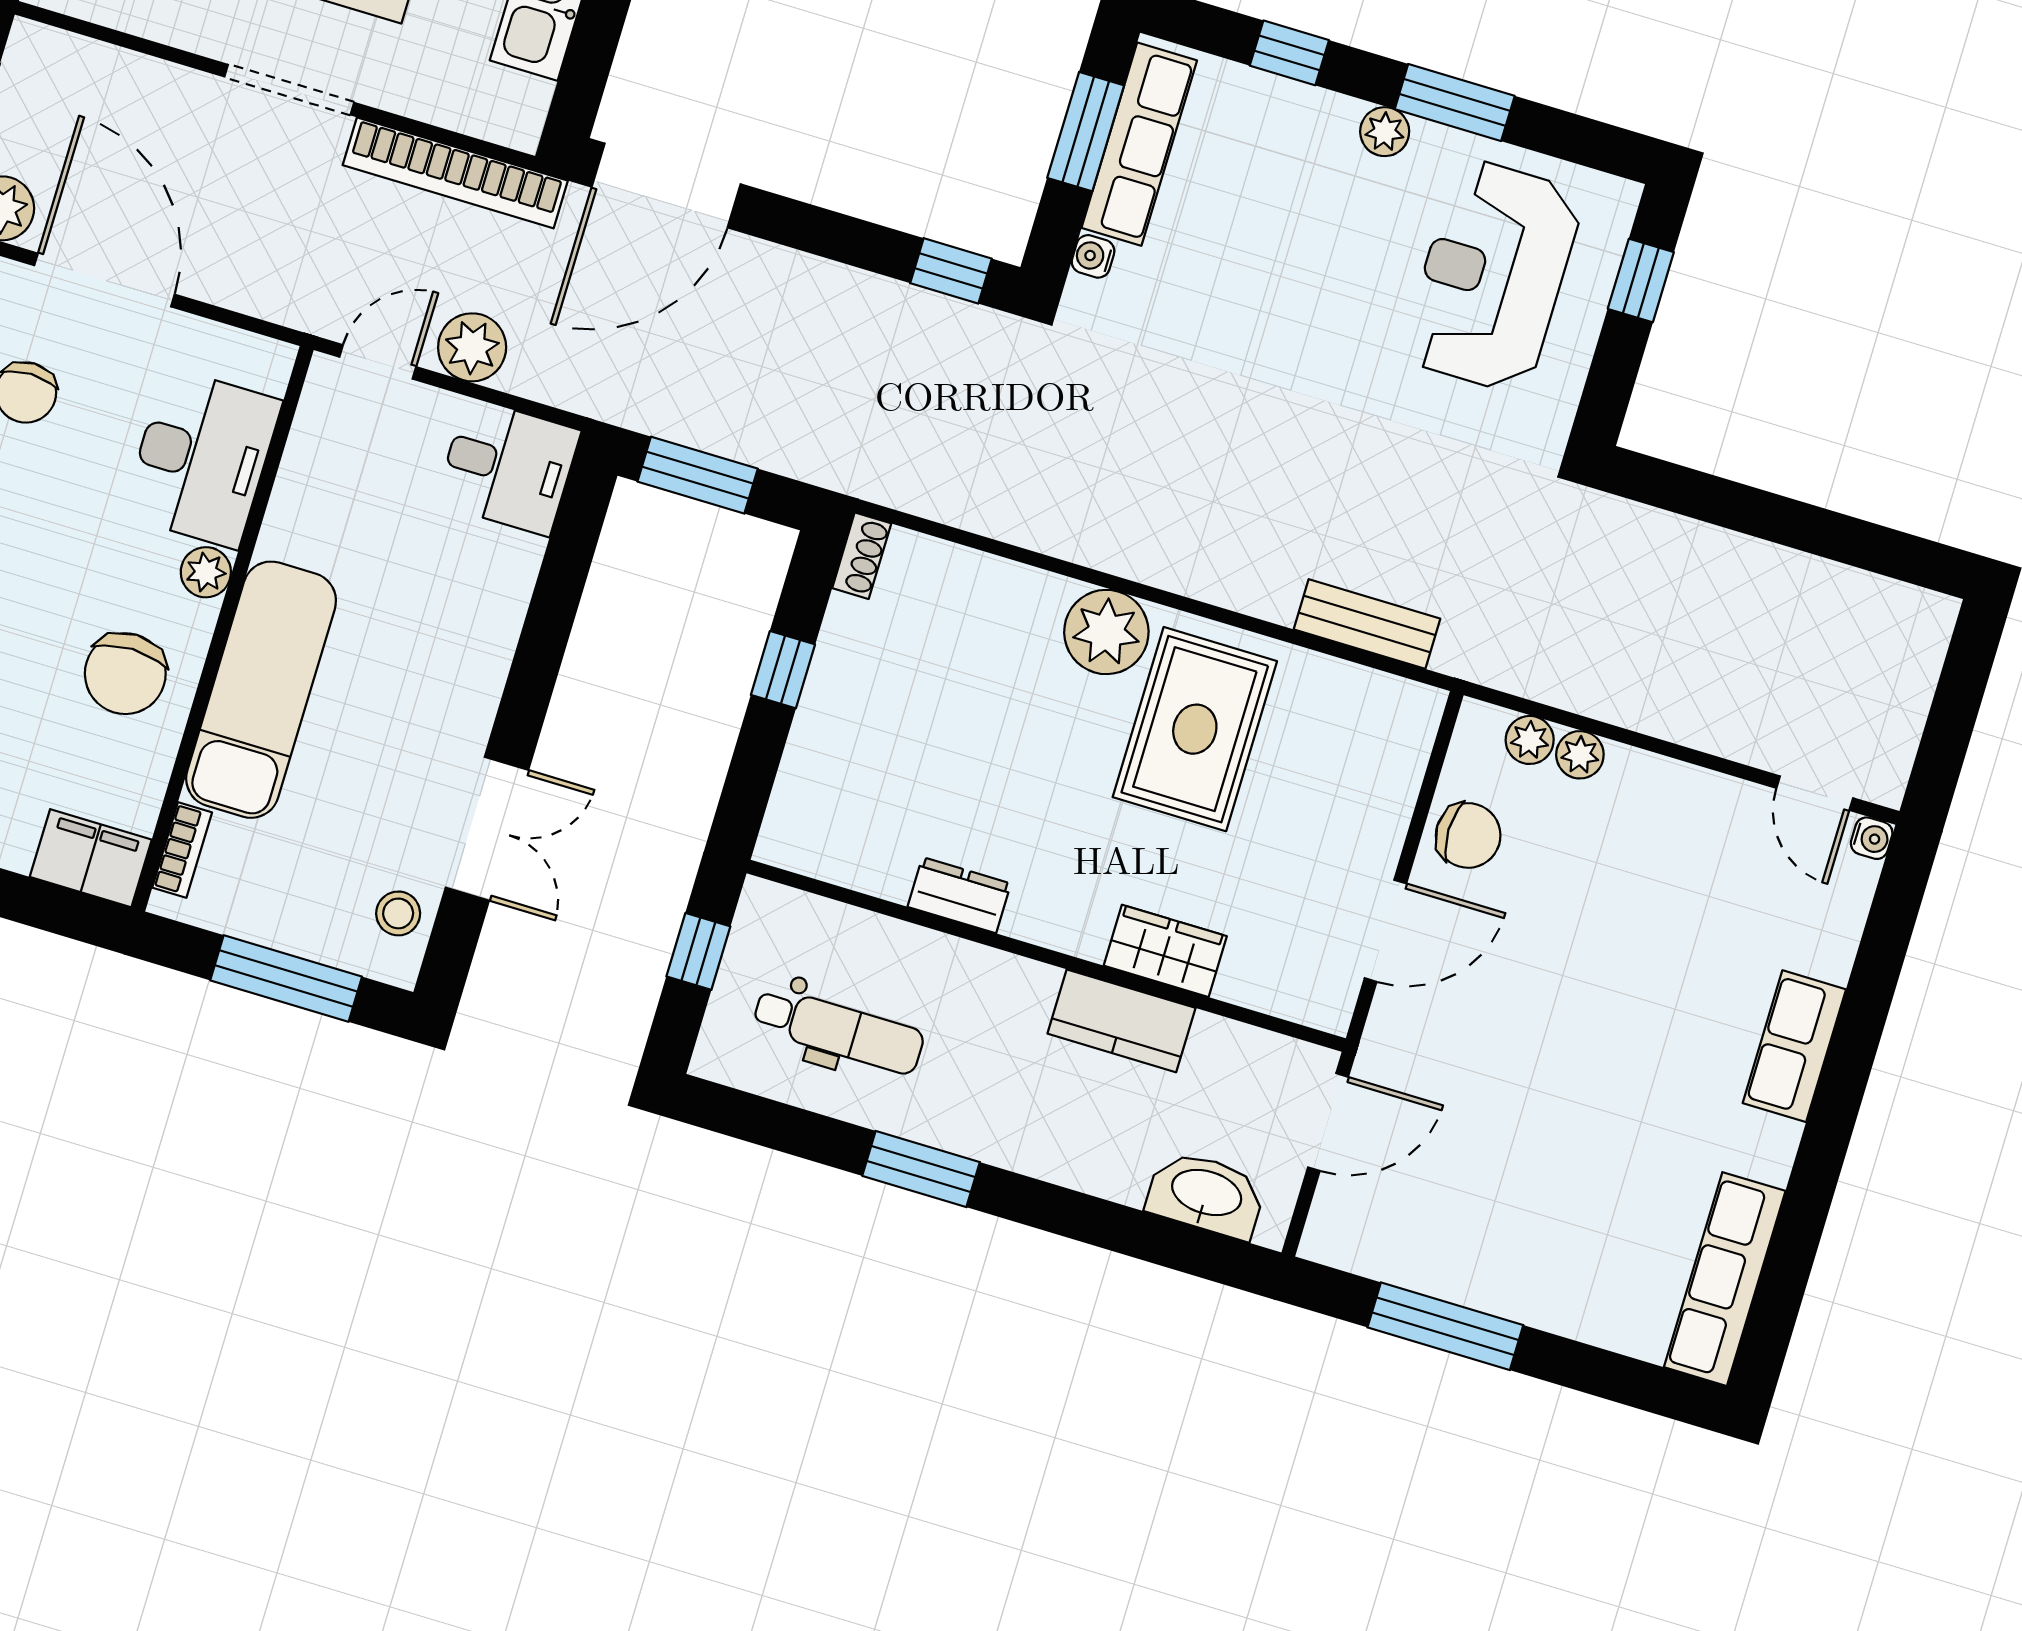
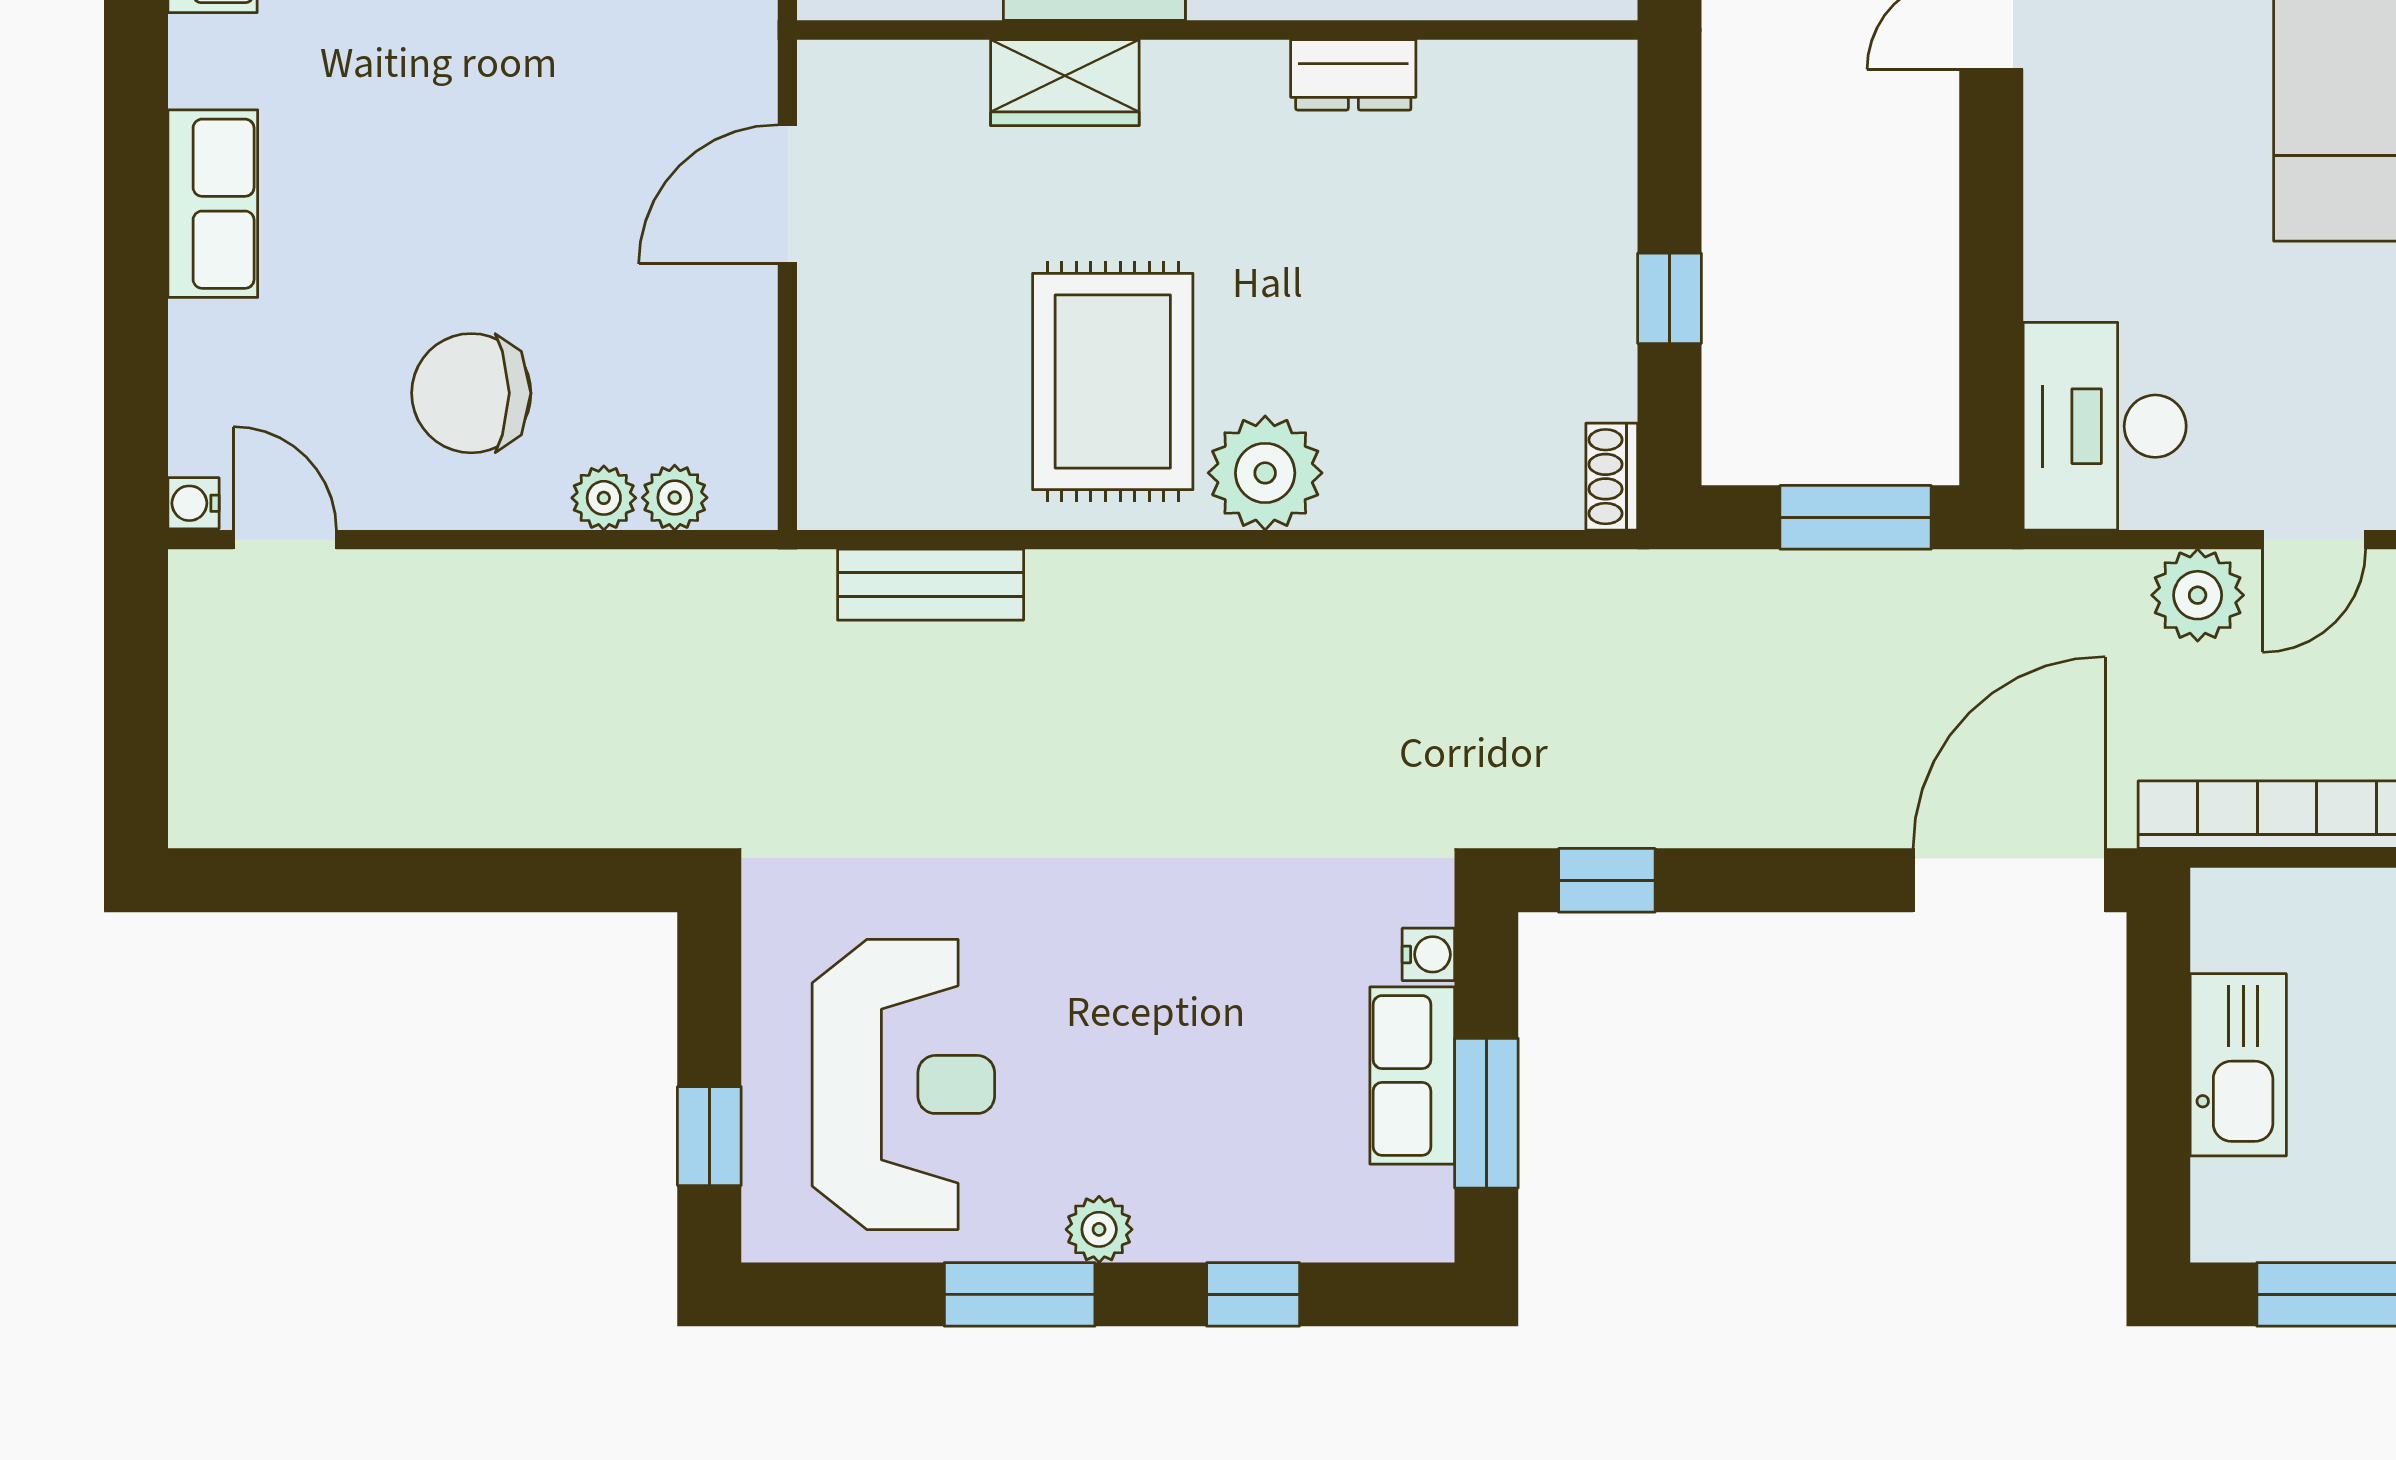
row of seats: (1139, 144) -> (1412, 1075), width x0.68
desk: (508, 467) -> (2105, 426), width x1.37
chair: (1468, 835) -> (471, 393), moved, width x1.37, depth x1.37

